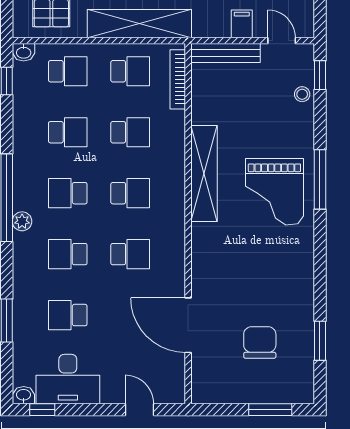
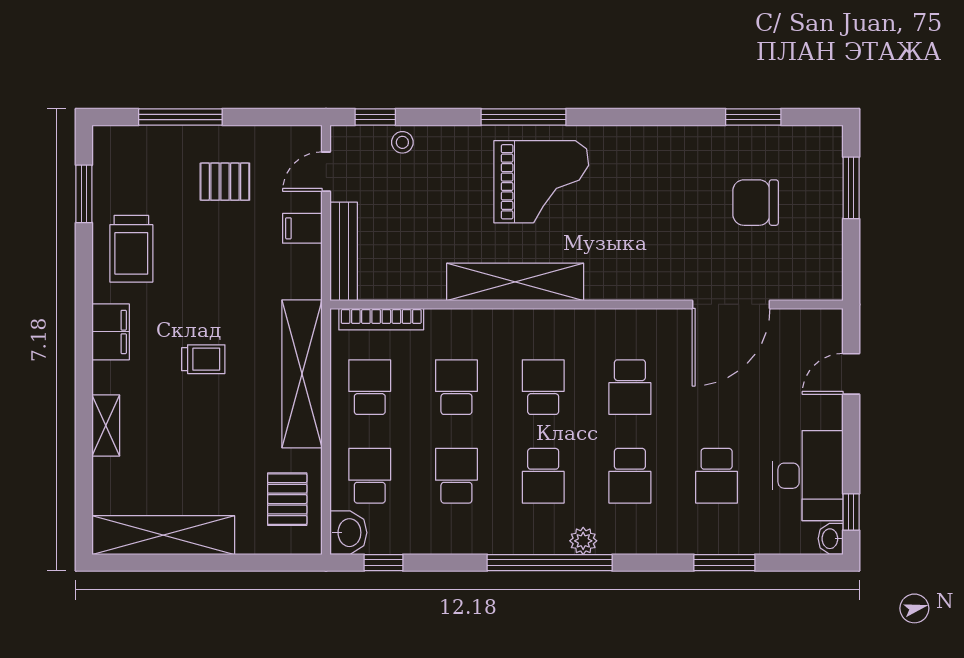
washbasin: (24, 52) -> (348, 533), width x1.38, depth x1.45
school desk: (130, 254) -> (630, 387), turned 180

